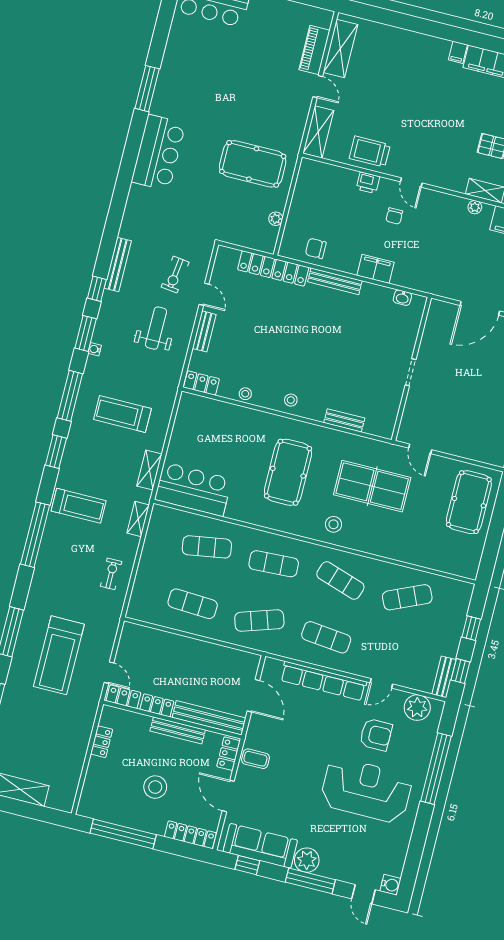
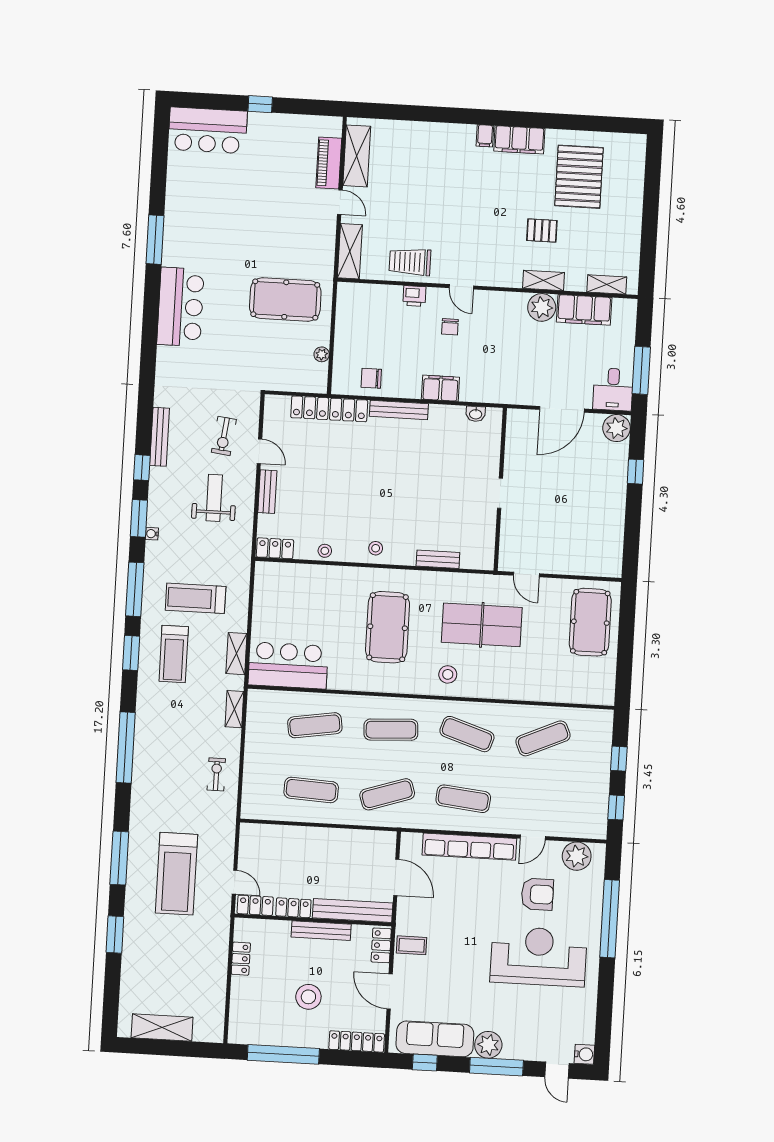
plant: (475, 207) -> (542, 307), width x1.88, depth x1.88
treadmill: (79, 506) -> (174, 654), moved, turned 90
bench: (444, 677) -> (599, 817), removed

